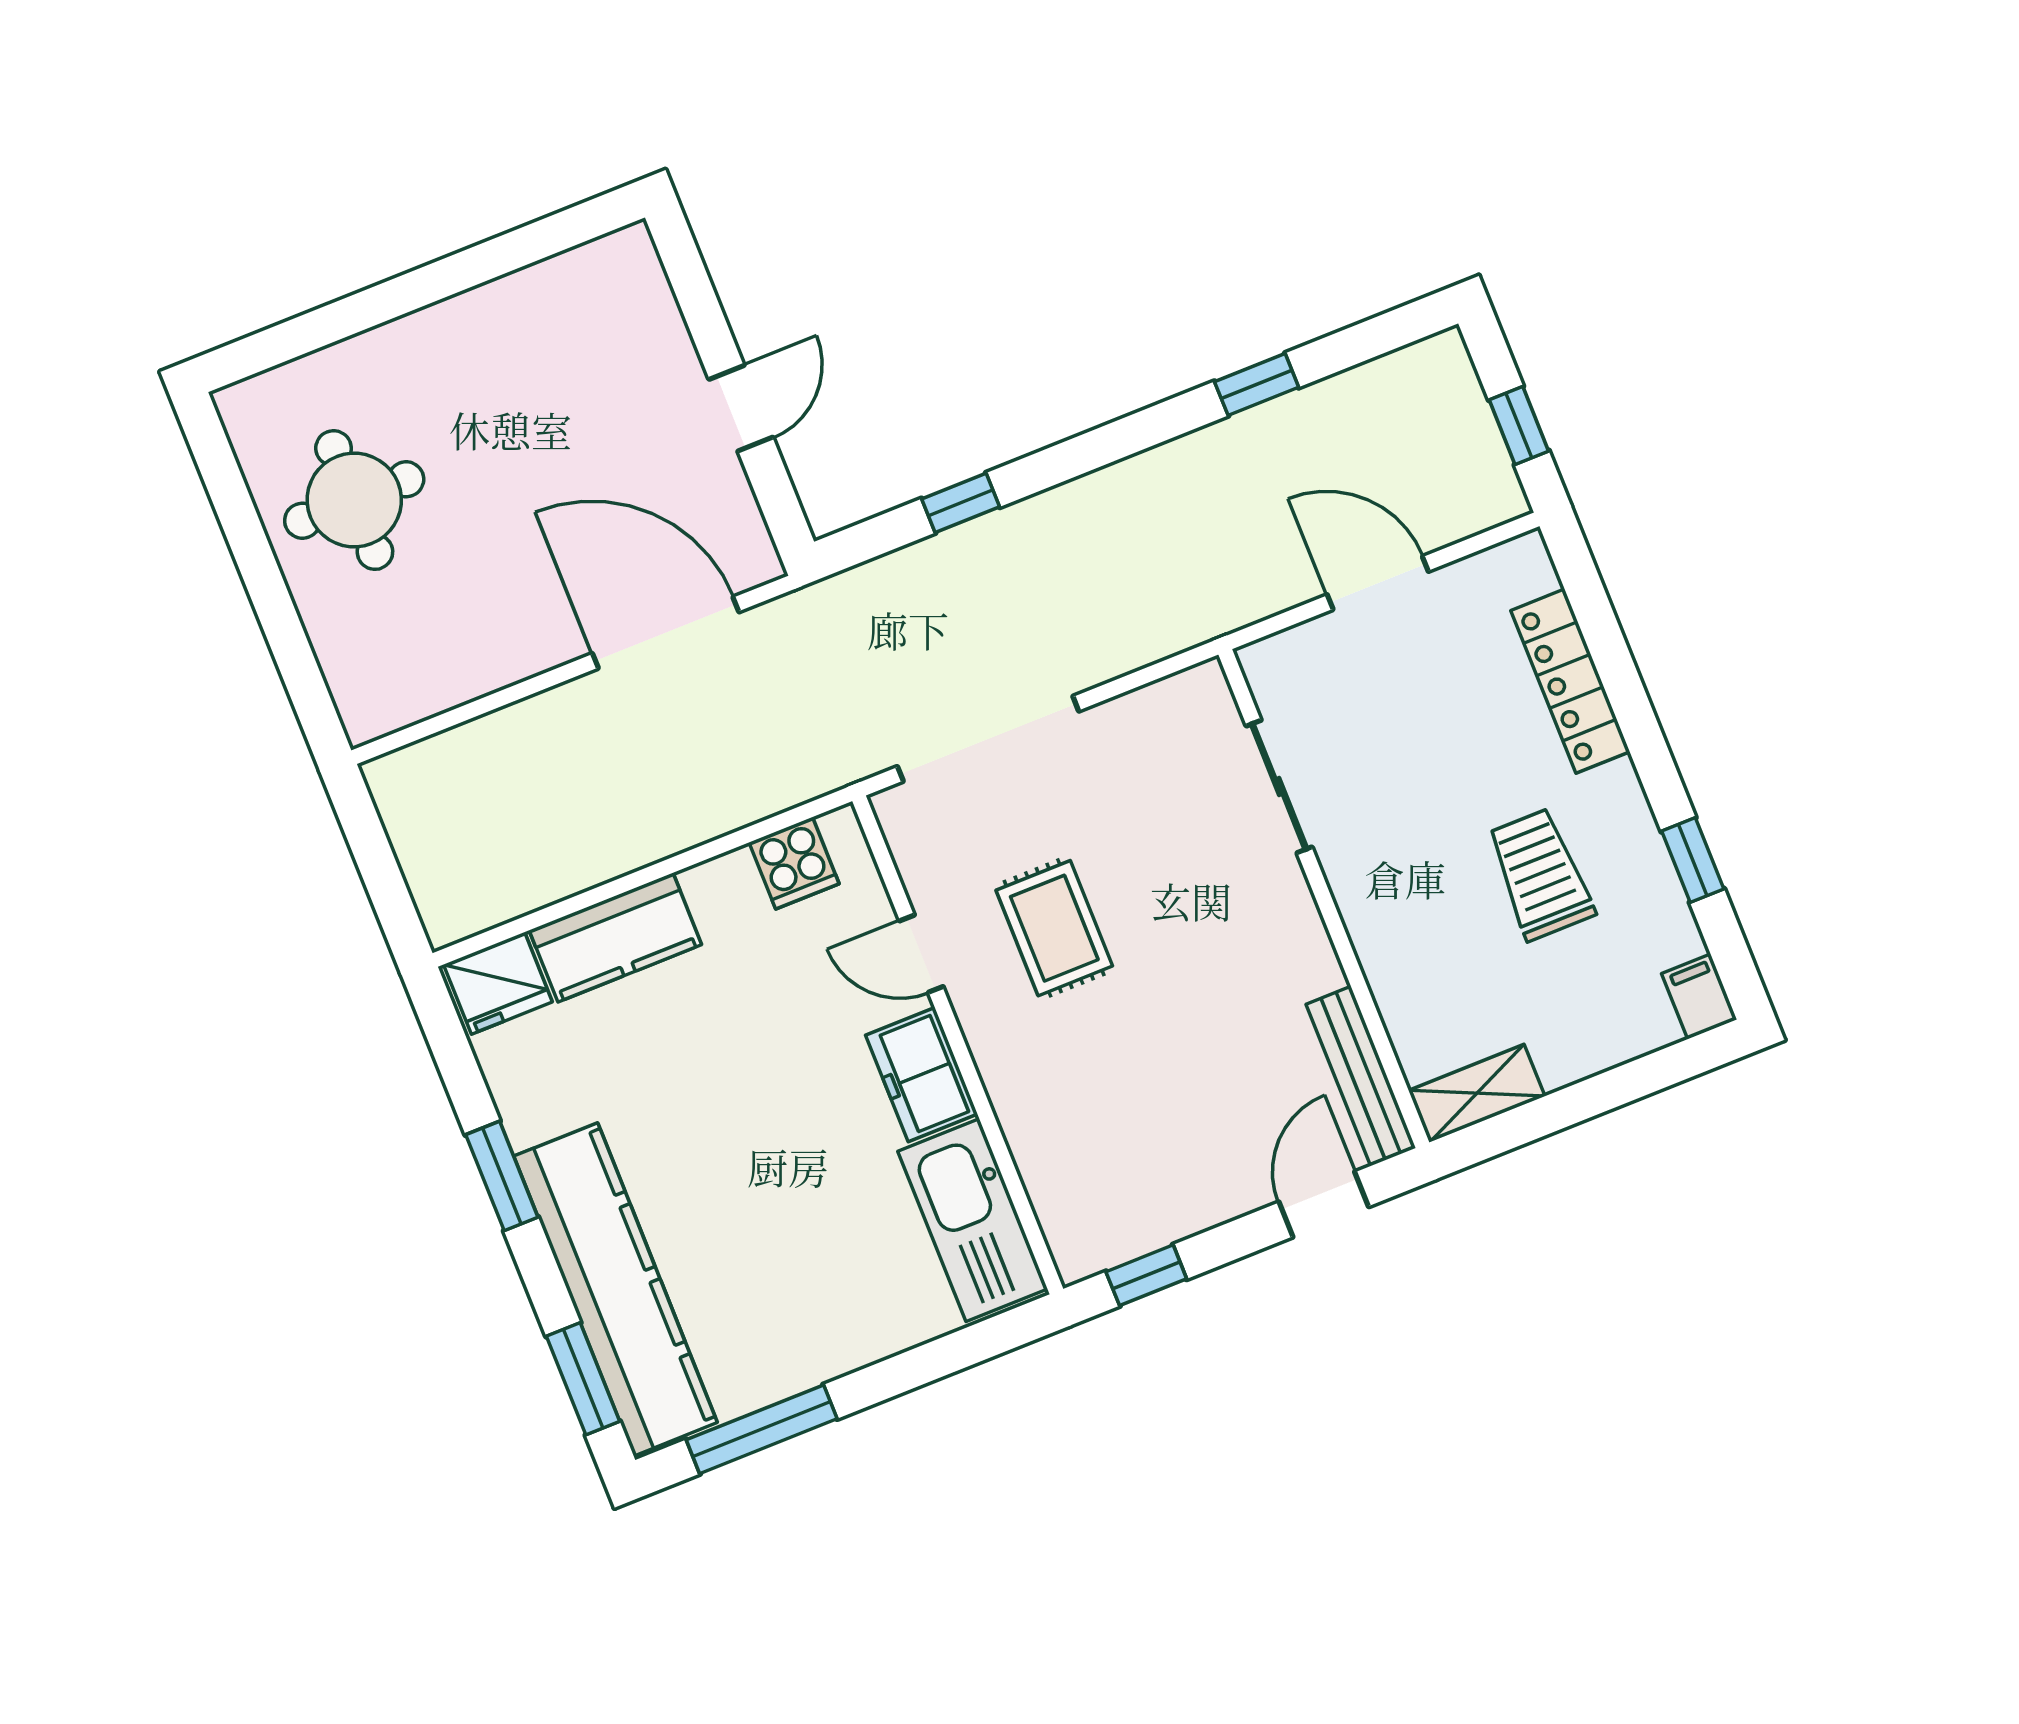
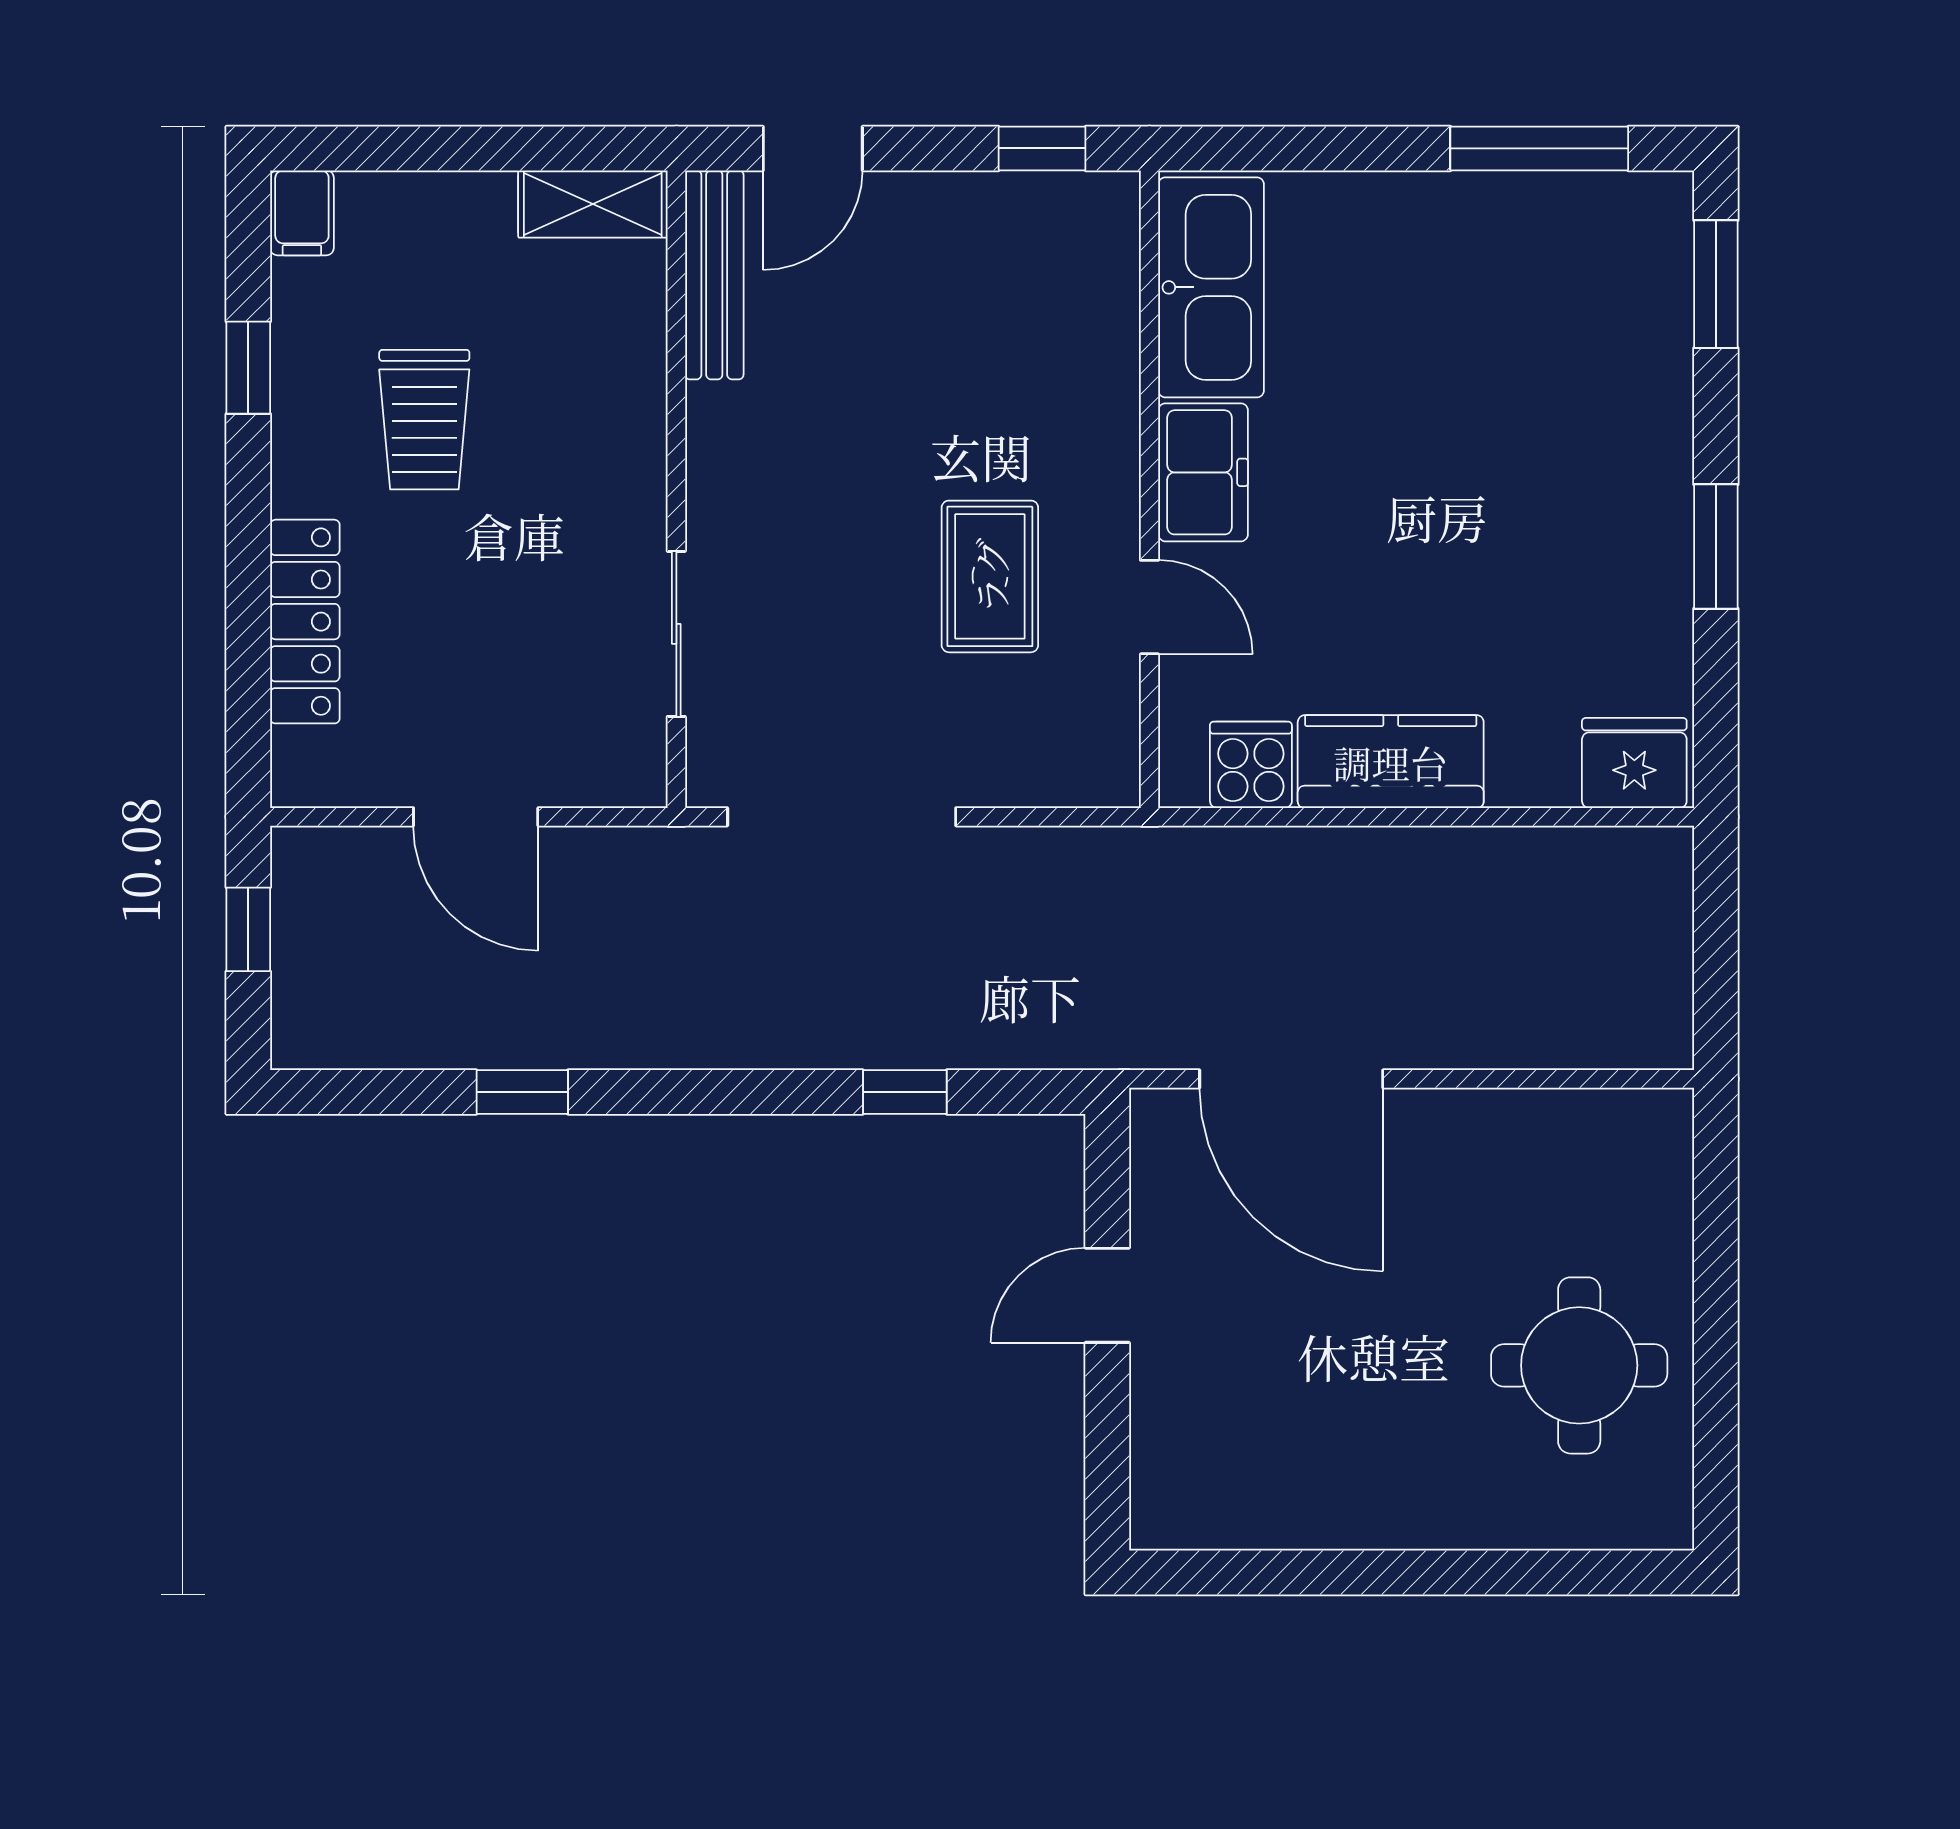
doorway: (988, 739) -> (842, 817), moved
kitchen counter: (615, 937) -> (1391, 762), moved
kitchen counter: (616, 1289) -> (1640, 369), removed

